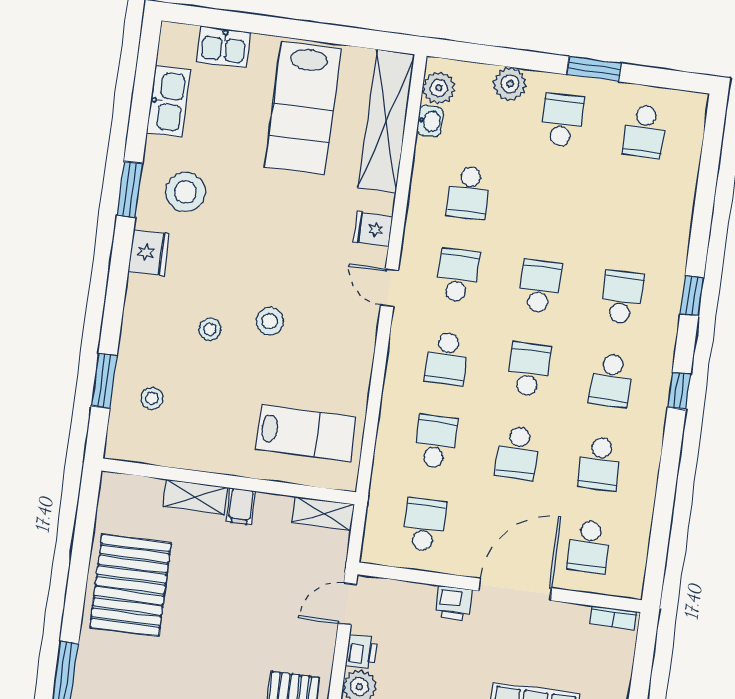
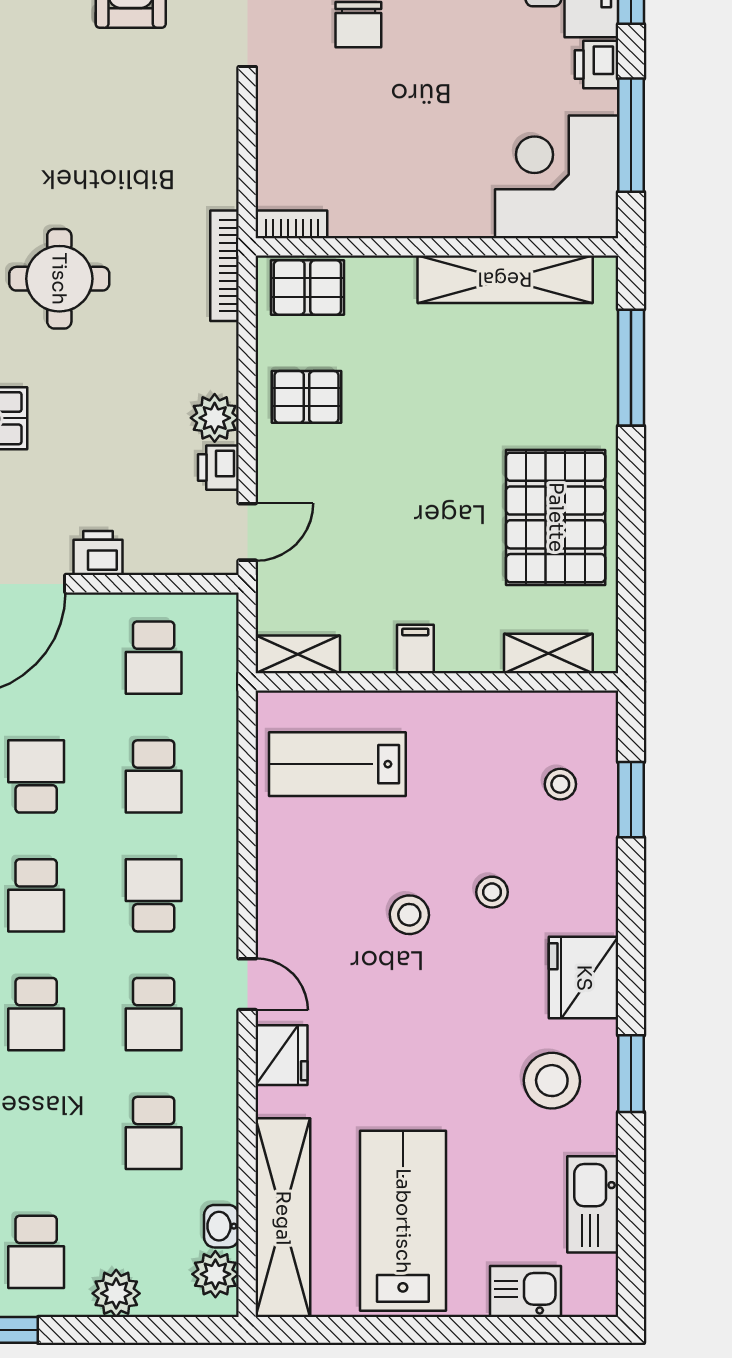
school desk: (469, 192) -> (154, 1133), turned 180
fridge: (373, 229) -> (282, 1055), width x1.38
fridge: (149, 253) -> (584, 978), width x1.36, depth x1.34
shelving: (195, 497) -> (548, 653), moved

